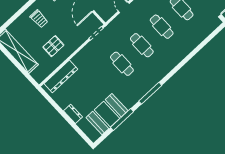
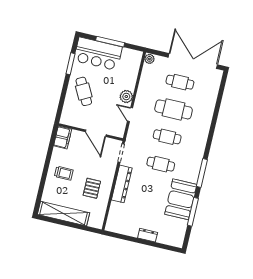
cafe table: (162, 27) -> (174, 109), width x1.37, depth x1.35
dresser: (61, 76) -> (122, 184), moved
booth: (107, 114) -> (181, 199), moved

